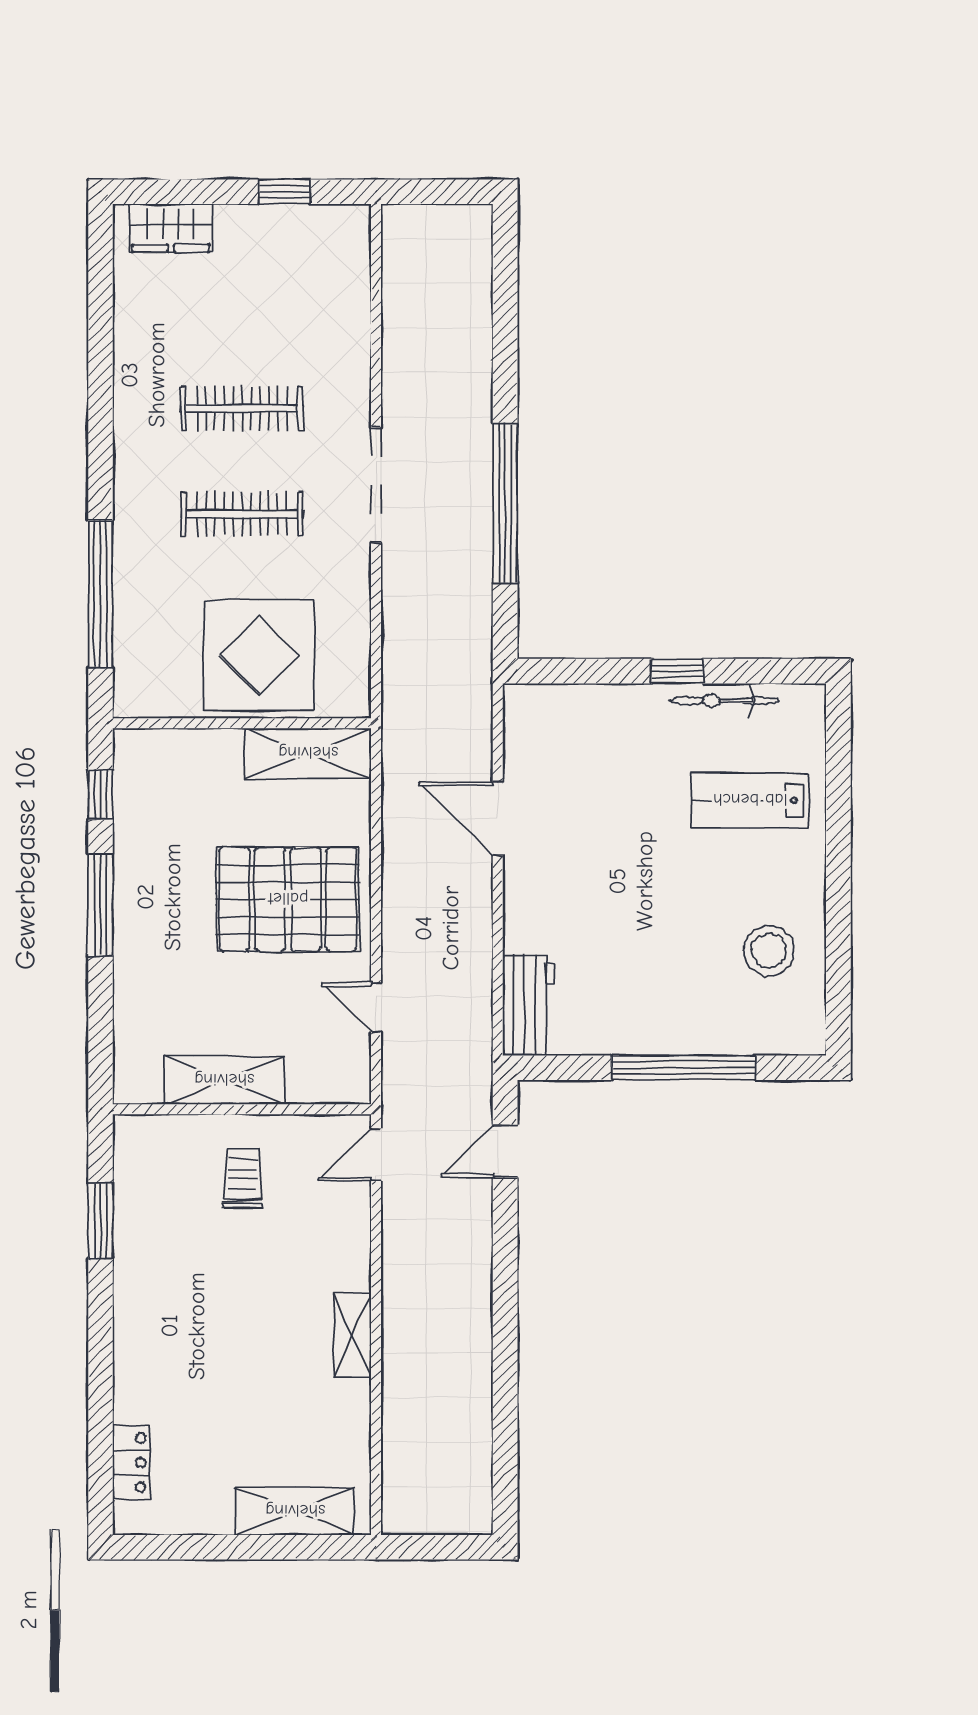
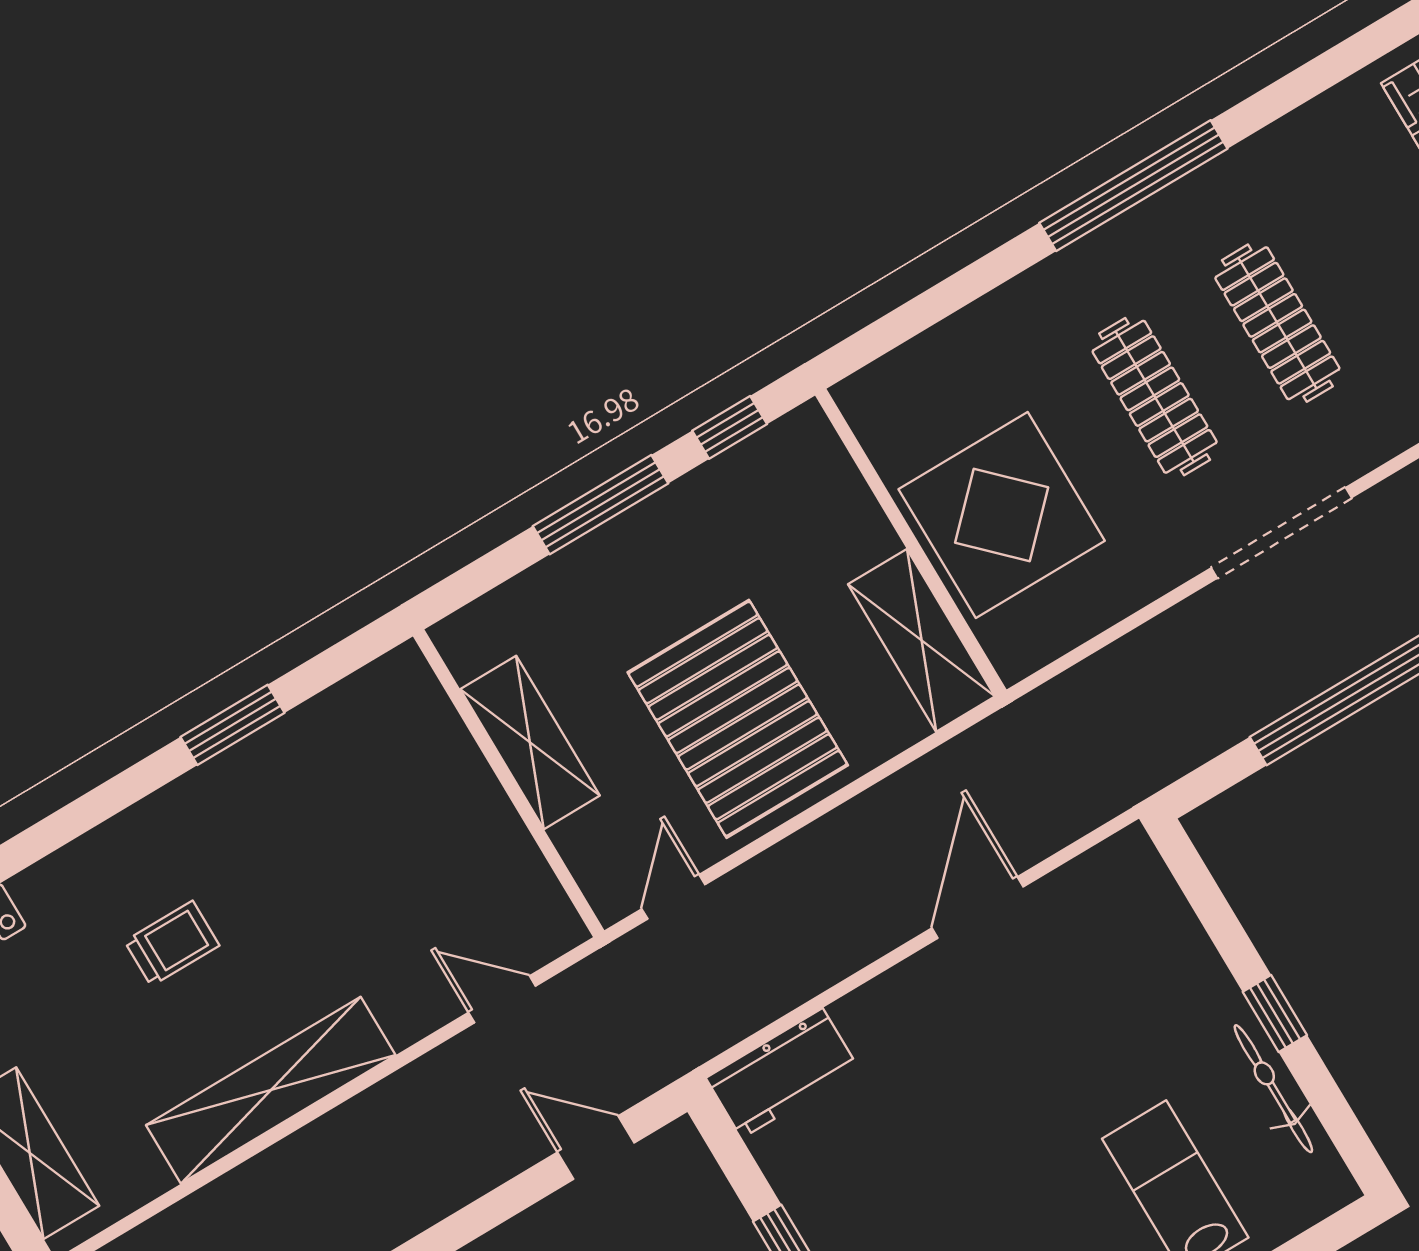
window: (100, 594) -> (1133, 186), moved
shelving: (224, 1080) -> (530, 742), moved
wall: (242, 1109) -> (509, 783), moved
trolley: (243, 1179) -> (172, 943), moved
shelving: (352, 1335) -> (271, 1090), width x2.20, depth x1.33

